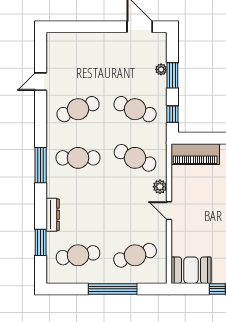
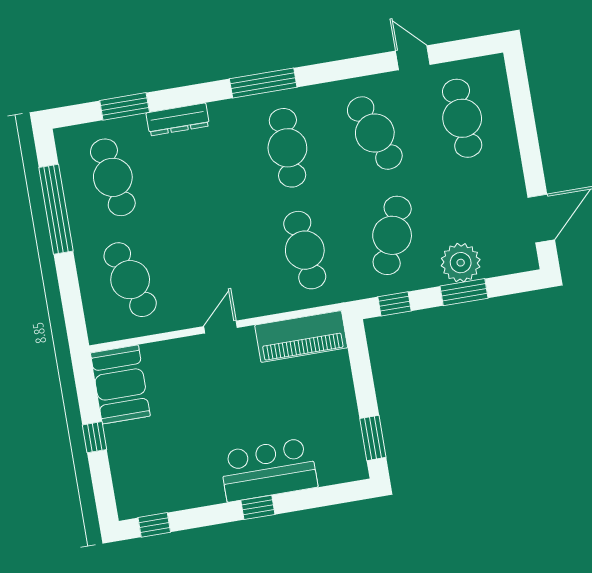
cafe table: (78, 60) -> (462, 118), added
plant: (161, 69) -> (461, 263), width x1.88, depth x1.88
piano: (195, 154) -> (301, 336), moved, turned -90
cafe table: (135, 158) -> (305, 250), turned -30
plant: (160, 187) -> (261, 303), removed
window: (113, 289) -> (56, 209), moved

